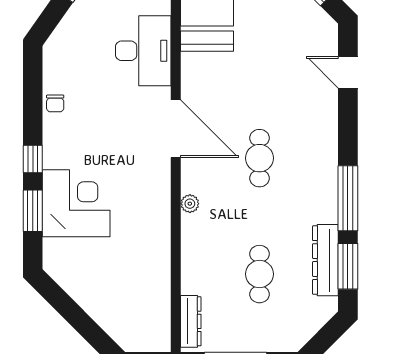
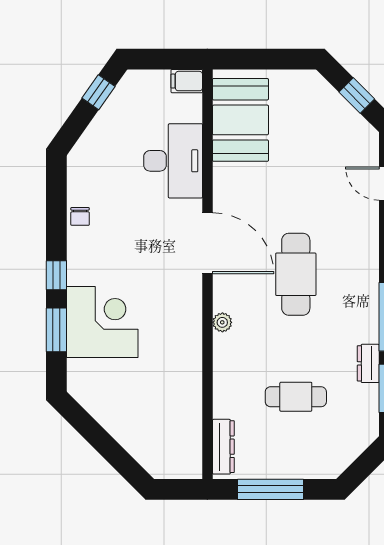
cafe table: (259, 158) -> (296, 274), width x1.37, depth x1.35
dresser: (325, 260) -> (368, 363), width x0.51, depth x0.80
cafe table: (259, 274) -> (296, 397), turned 90

